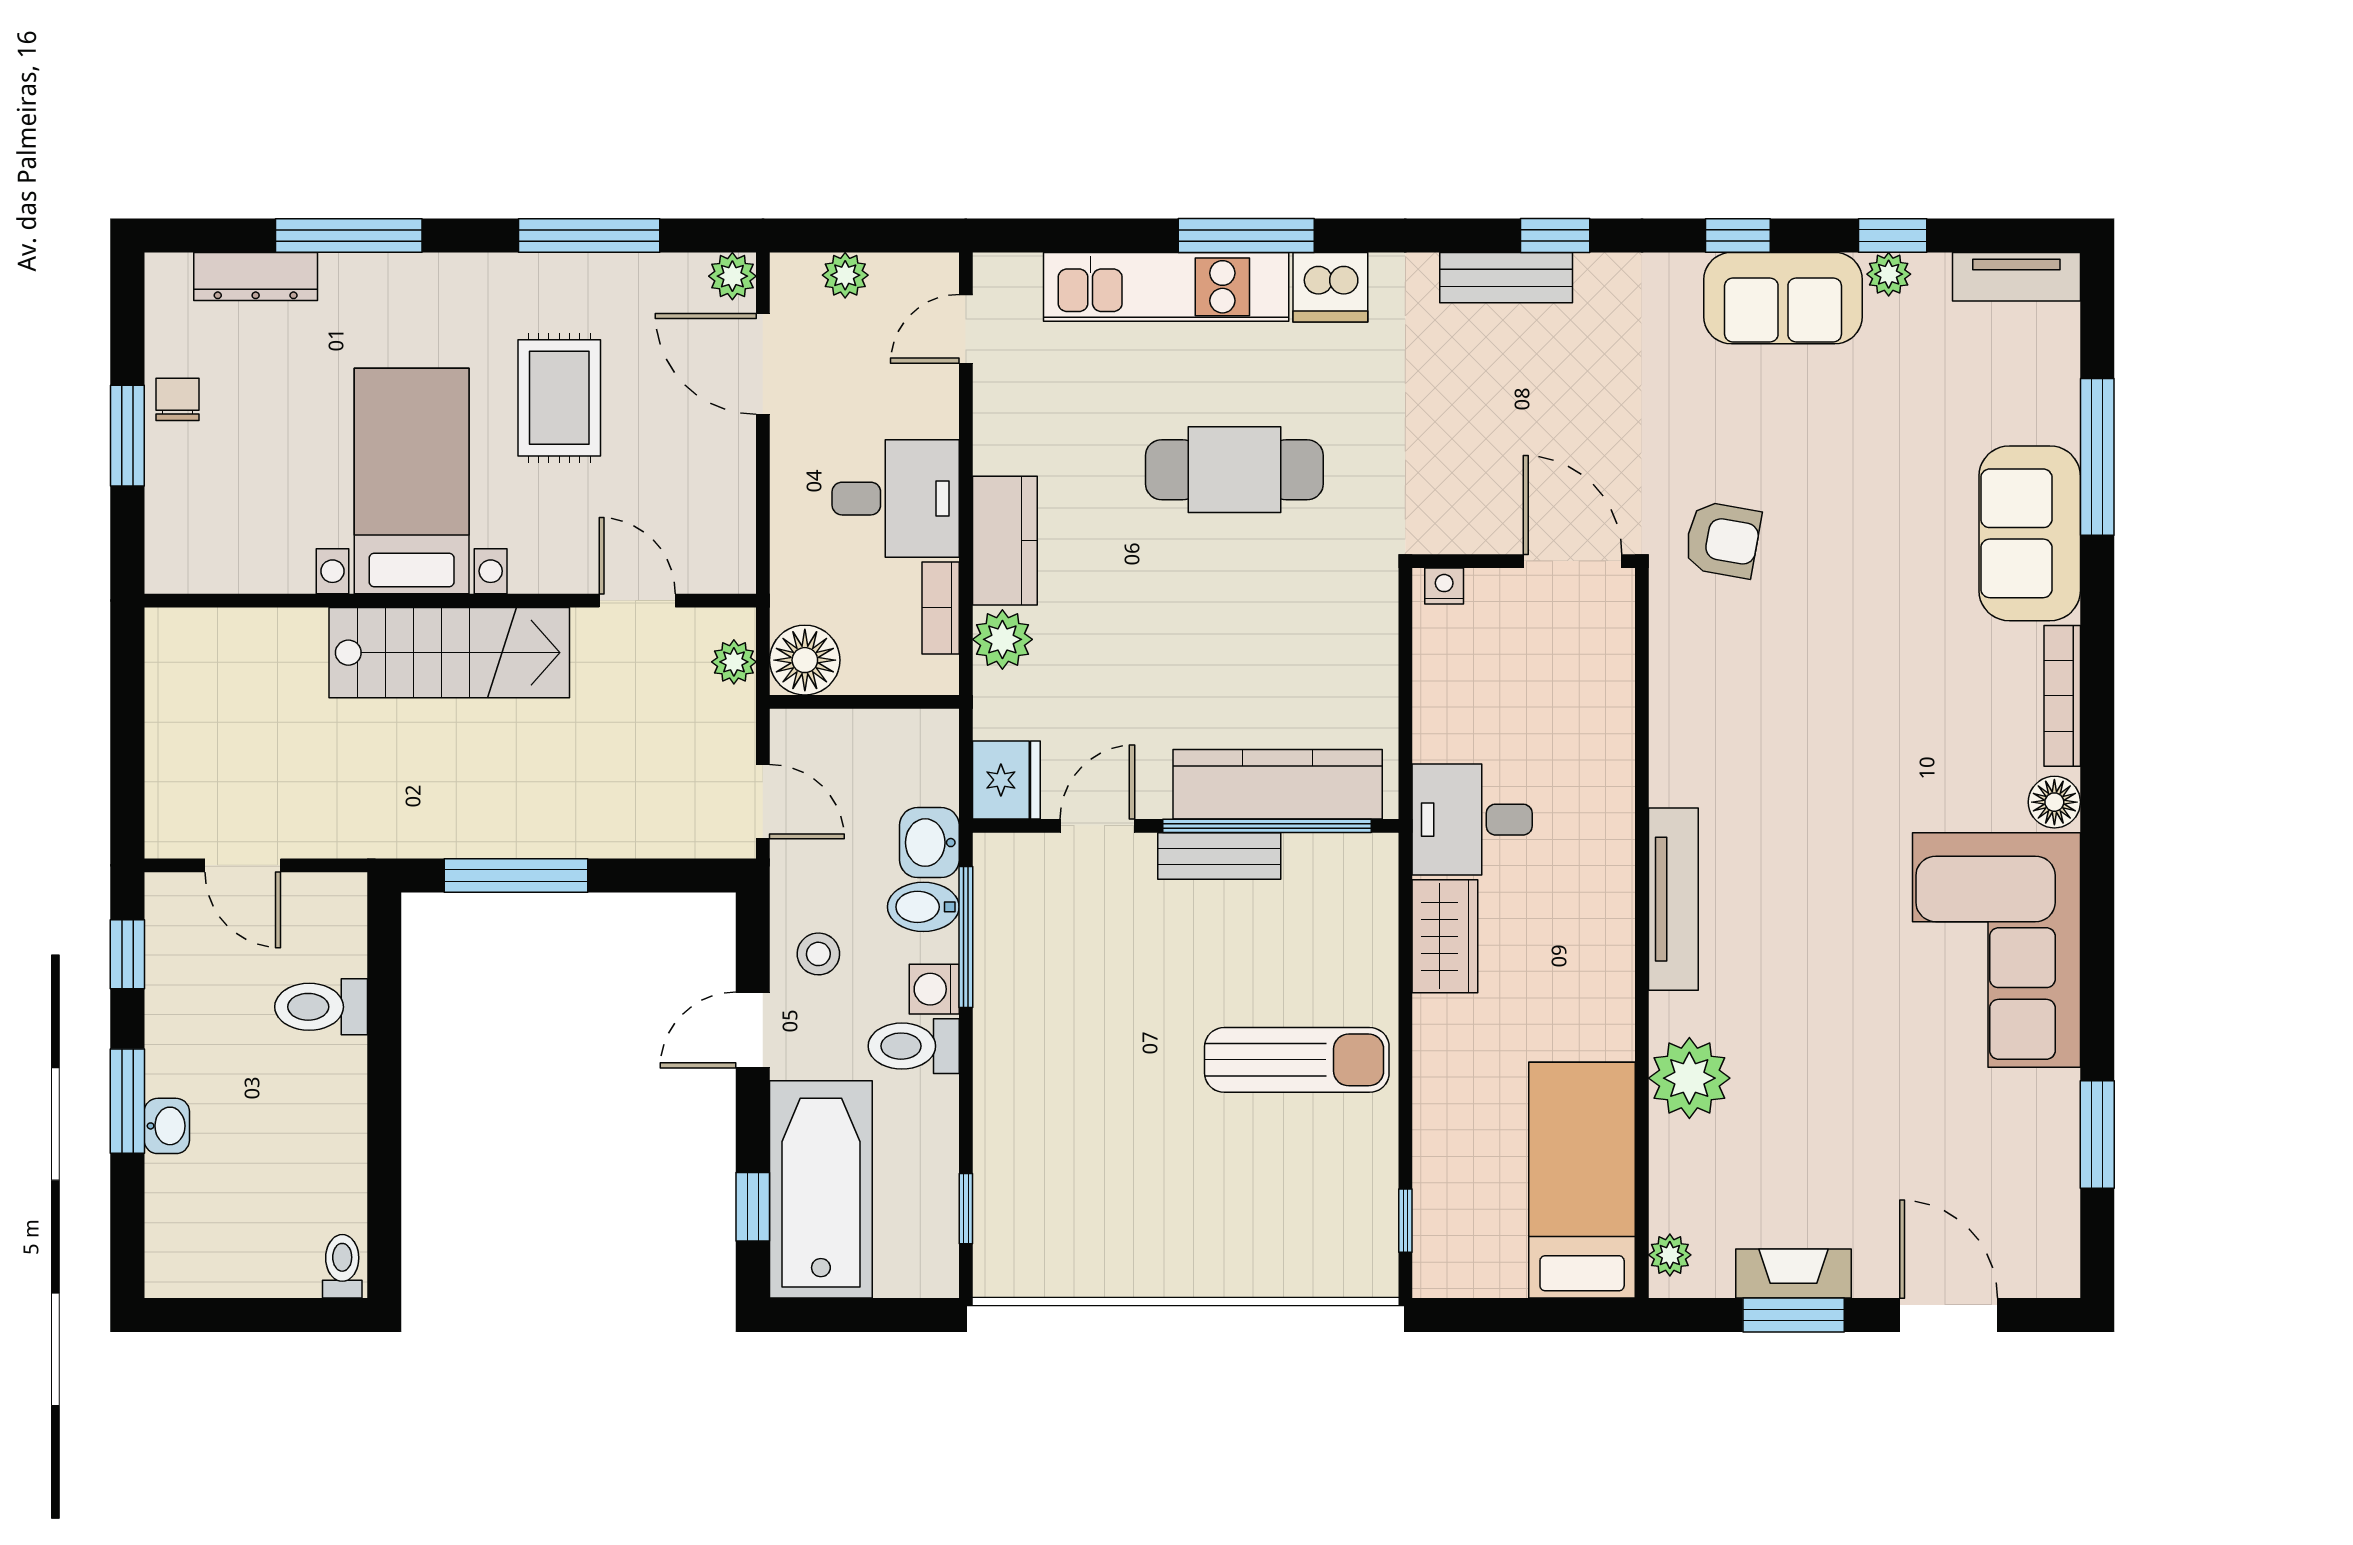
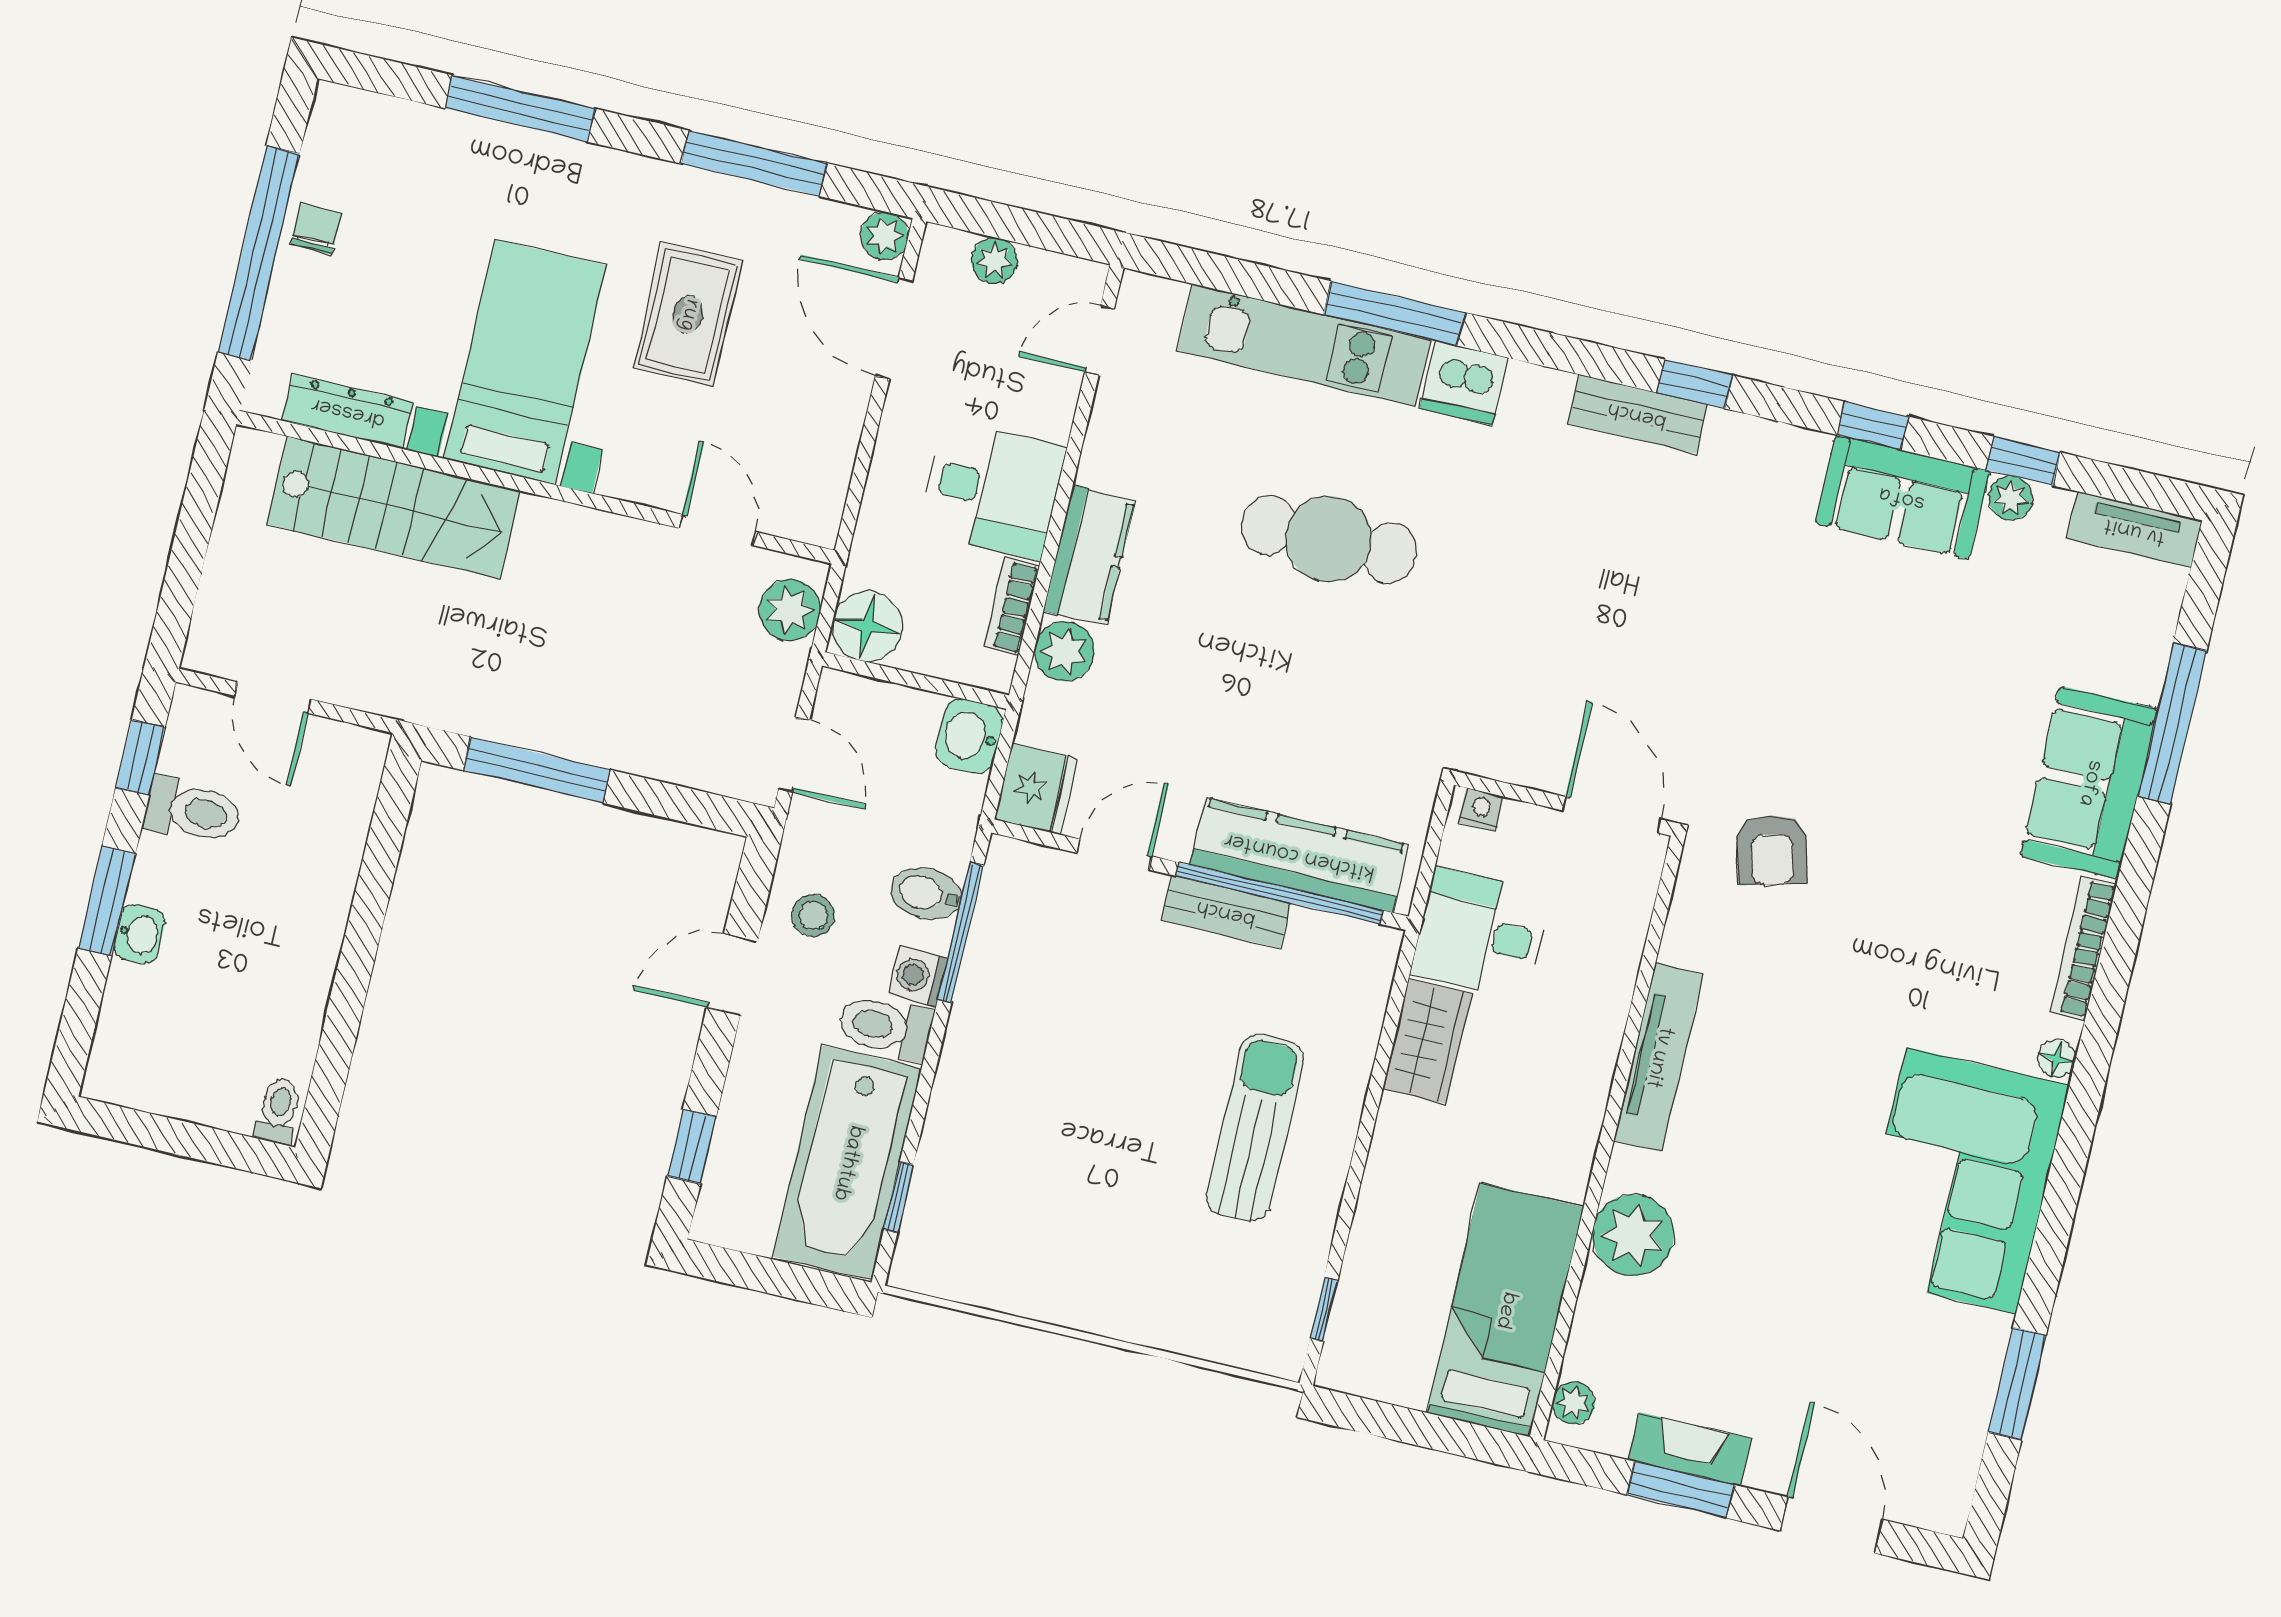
dresser: (256, 276) -> (348, 411), moved, turned 180
window: (127, 436) -> (259, 253), width x2.11
armchair: (1723, 540) -> (1772, 850), moved, turned 65
wall: (1524, 561) -> (1564, 804), moved
door: (1573, 561) -> (1612, 815), moved
nightstand: (1444, 586) -> (1481, 810), moved
stairs: (449, 653) -> (394, 507), moved
plant: (734, 662) -> (790, 610), width x1.38, depth x1.38
floor lamp: (2054, 802) -> (2057, 1058), width x0.73, depth x0.73
washbasin: (929, 843) -> (969, 736), moved
toilet: (321, 1007) -> (193, 811), moved, turned 180
sun lounger: (1297, 1060) -> (1255, 1128), turned -90
bathtub: (821, 1189) -> (847, 1163), moved, turned 180

